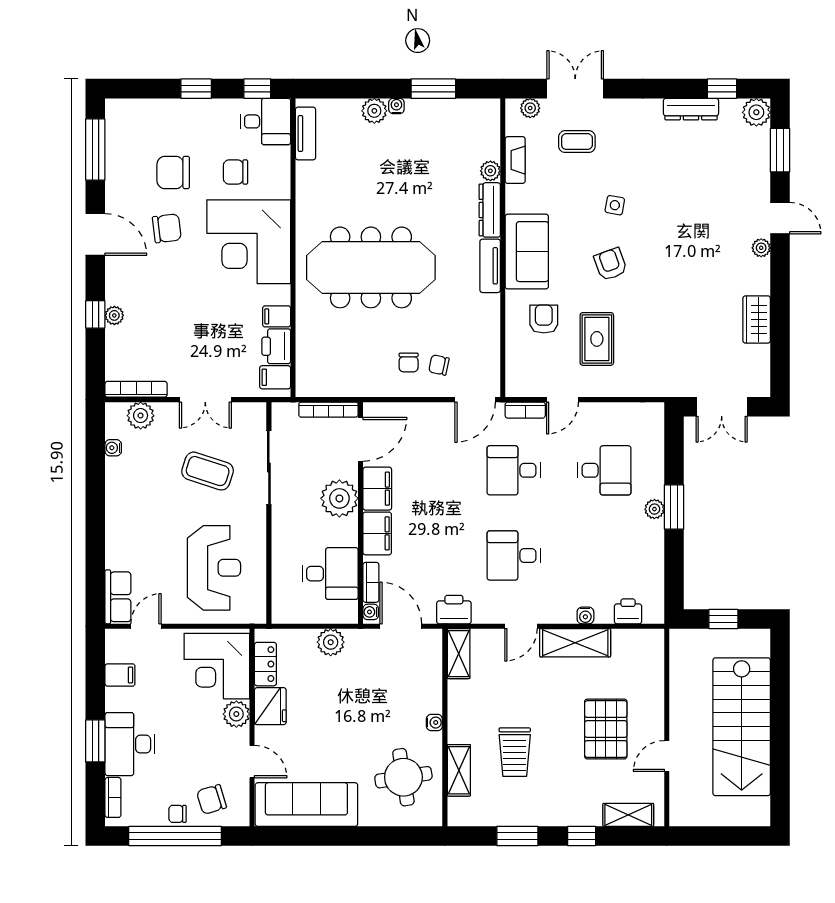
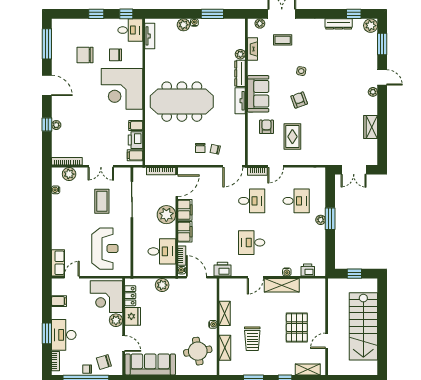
chair: (167, 228) -> (82, 82), removed
desk: (514, 470) -> (252, 201), turned 180
coffee table: (208, 471) -> (102, 201), turned 72
shelving: (459, 654) -> (225, 313), moved

